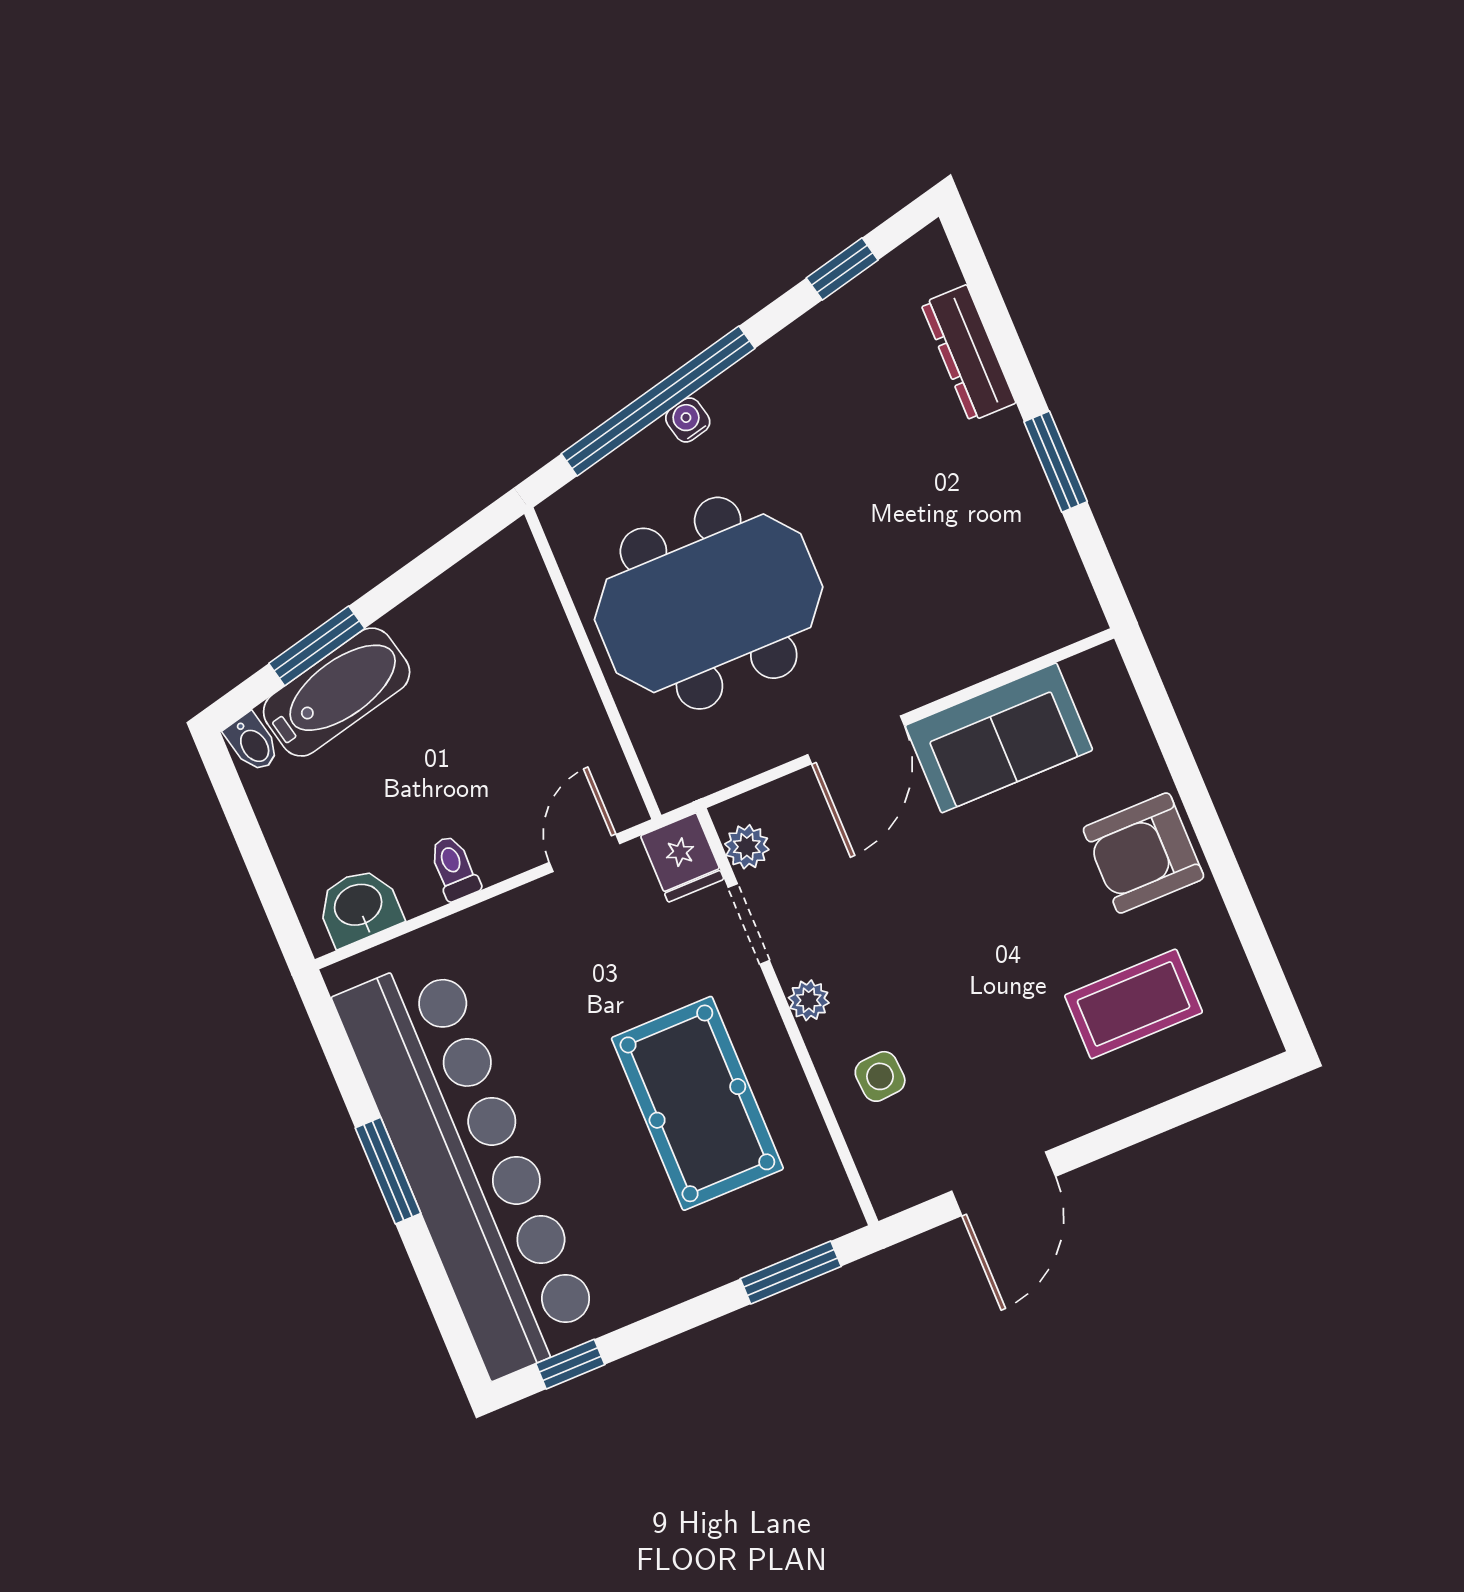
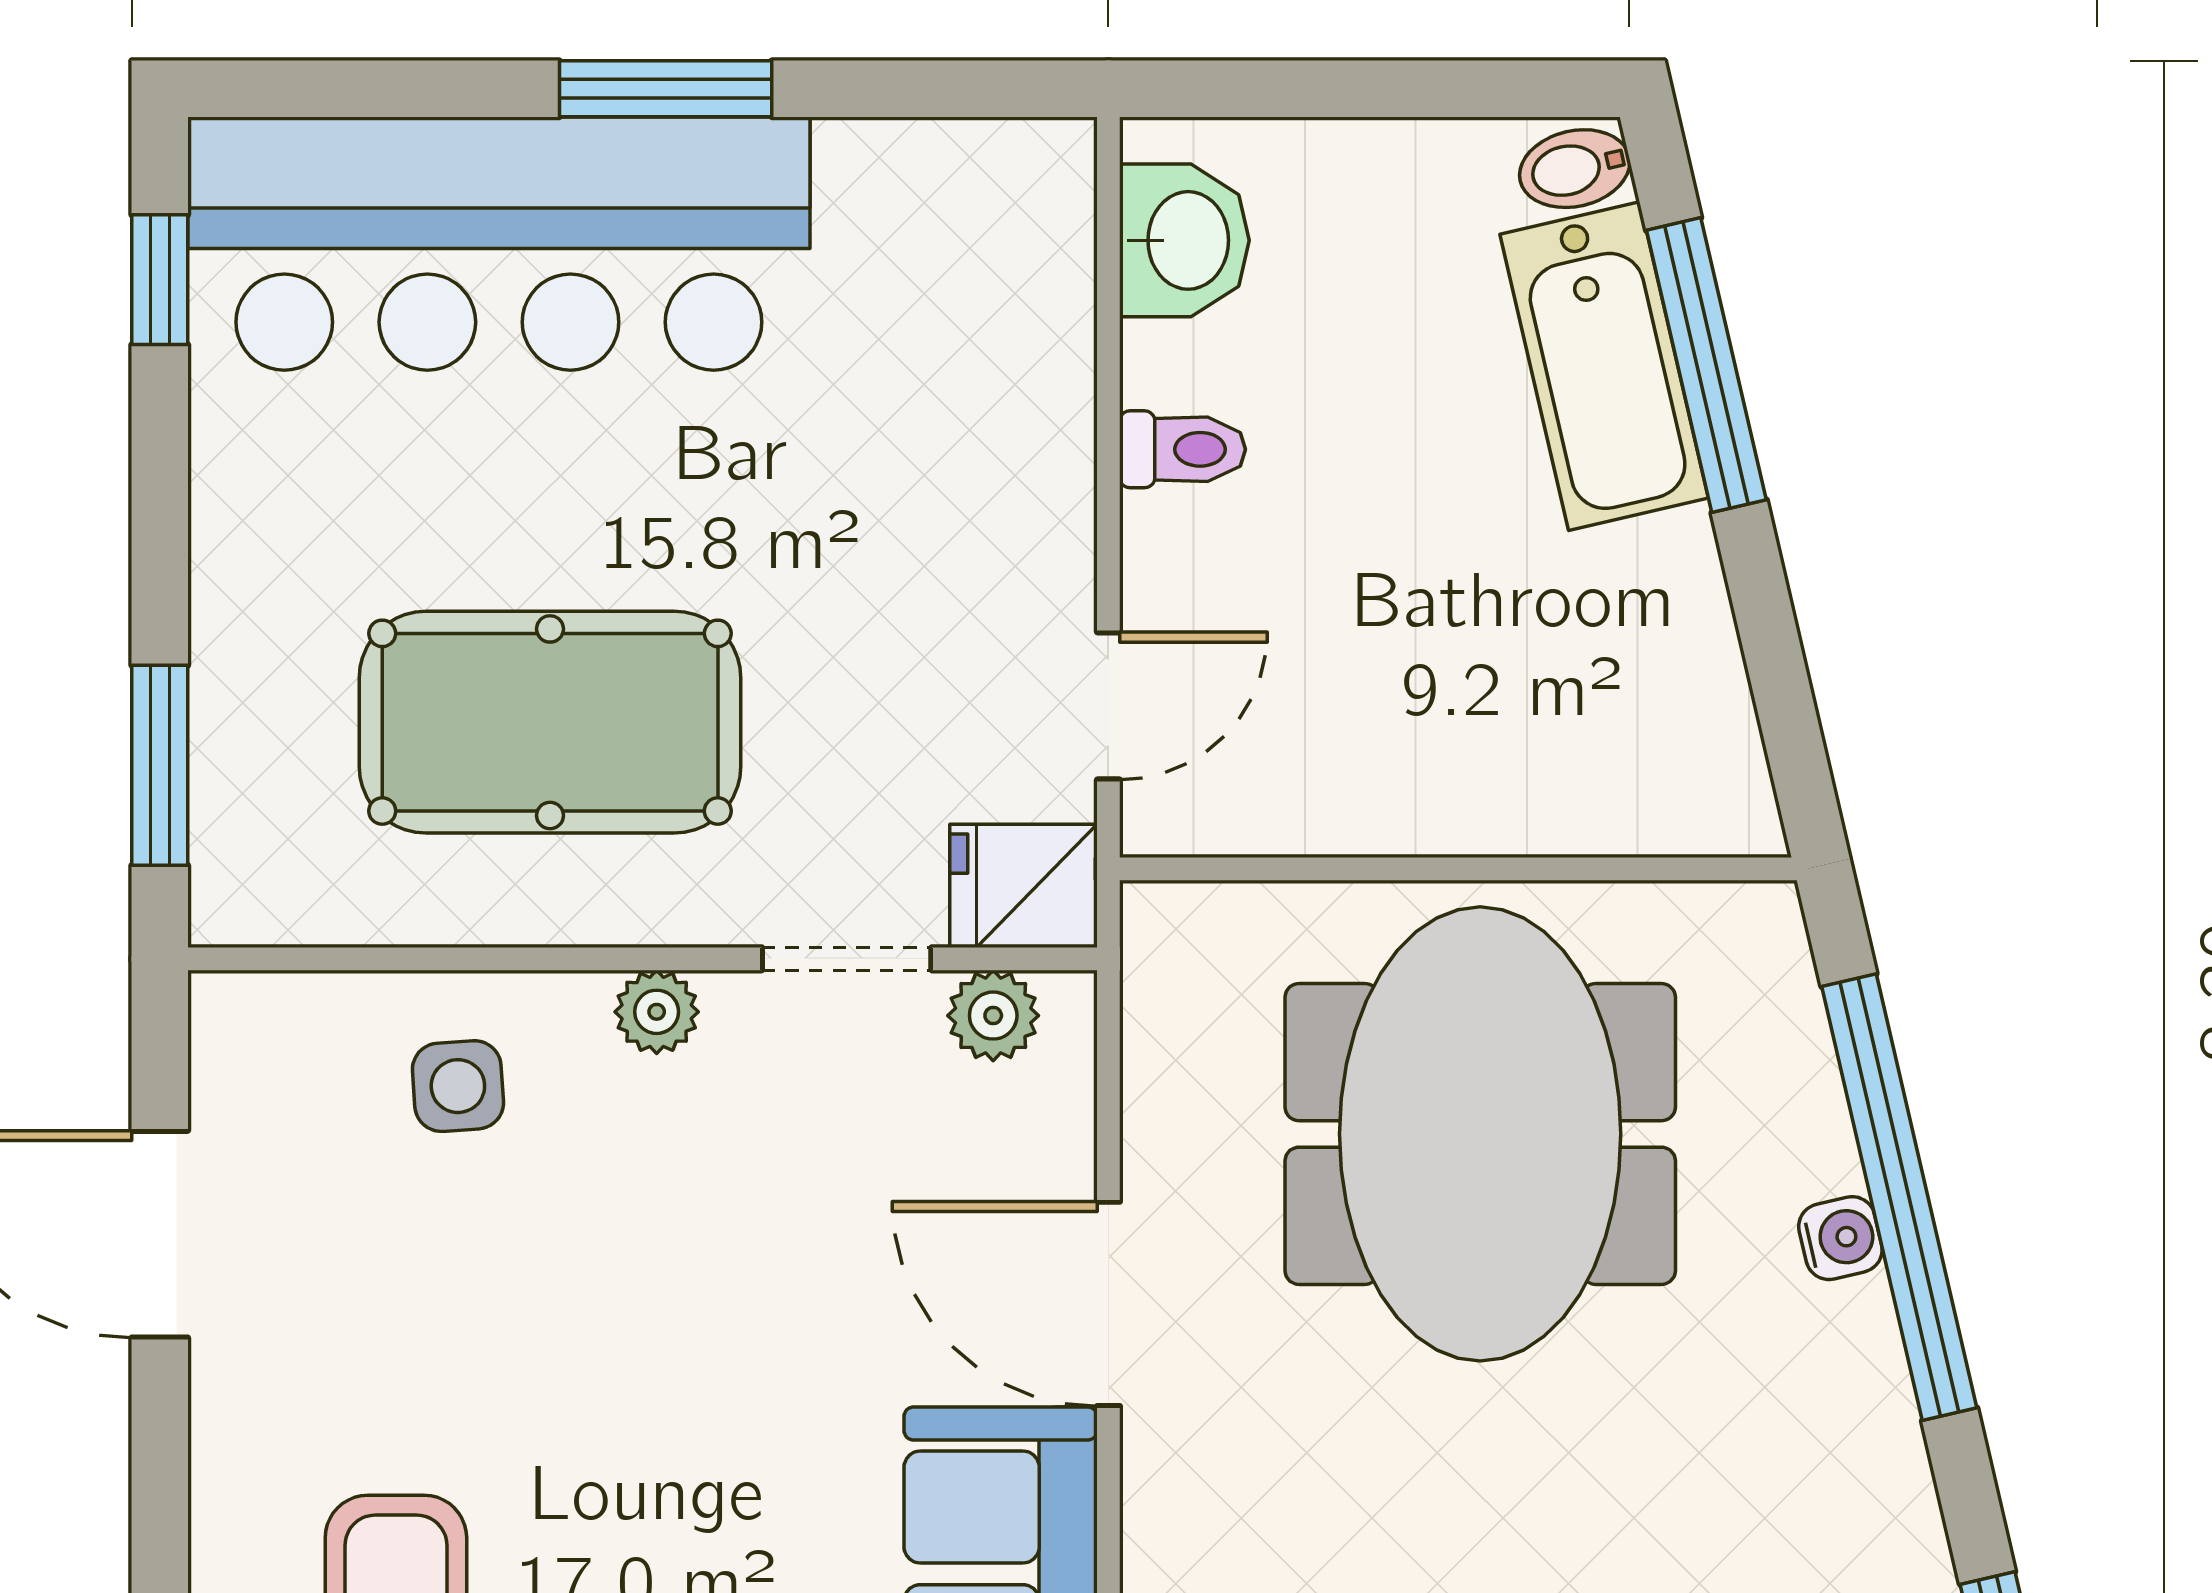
window: (317, 646) -> (1706, 365), width x1.44
door: (584, 853) -> (1108, 706), hinge flipped
bar counter: (468, 1166) -> (499, 244), width x0.73

